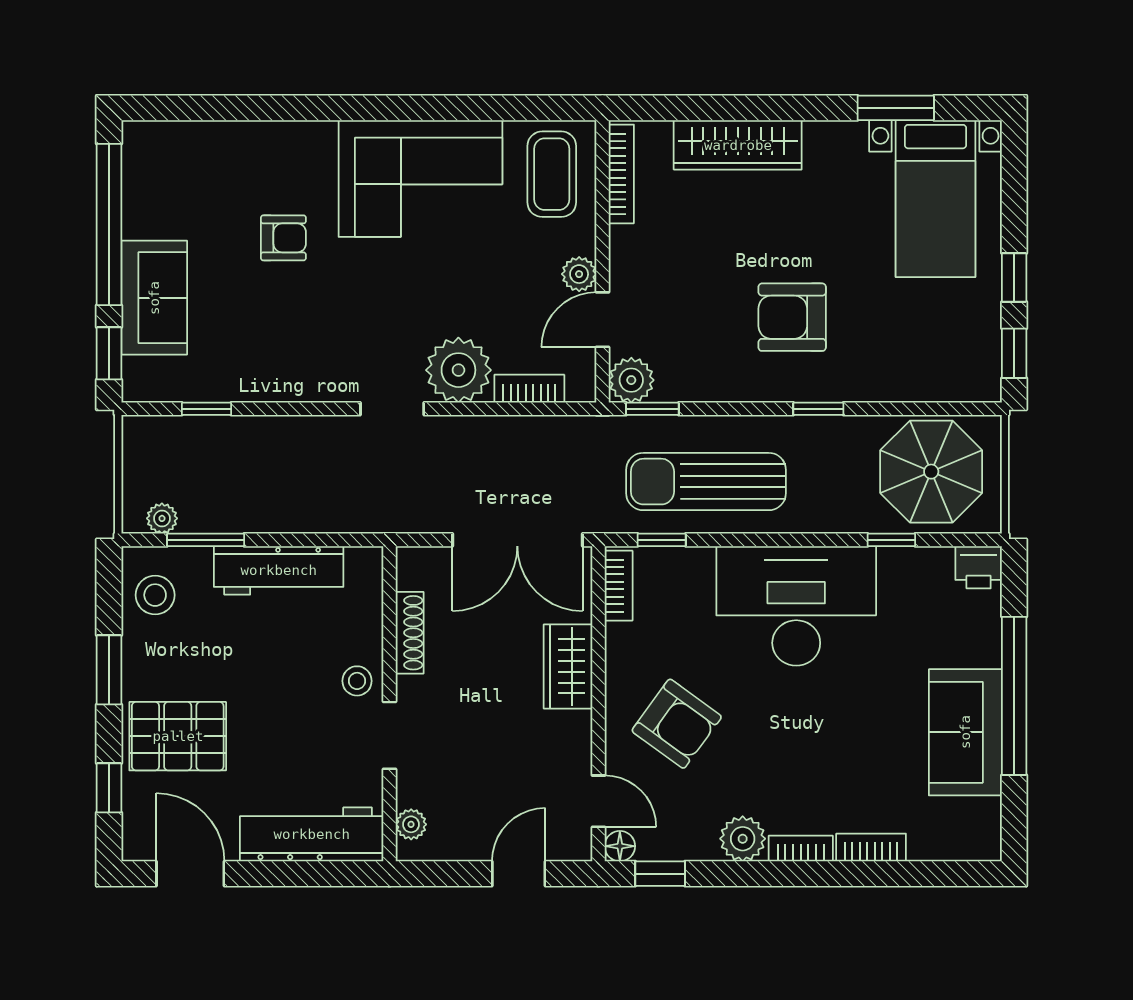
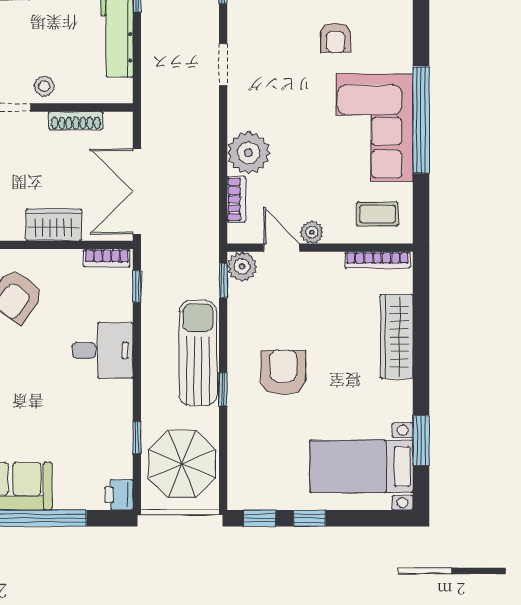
window: (408, 108) -> (421, 120), added
coffee table: (552, 174) -> (377, 214), width x0.73, depth x0.77
doorway: (392, 409) -> (223, 65), moved
sun lounger: (706, 482) -> (198, 353), moved
desk: (796, 606) -> (103, 350), width x0.53, depth x0.77

